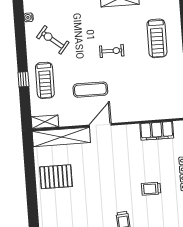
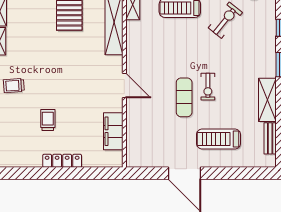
exercise mat: (90, 90) -> (184, 97), moved
door: (100, 125) -> (124, 86), moved

